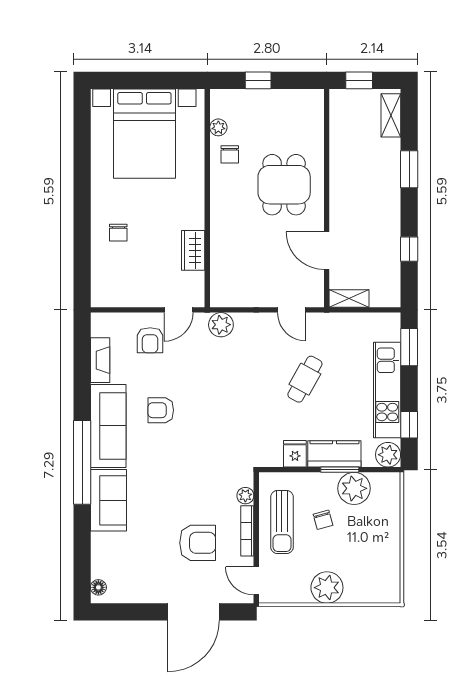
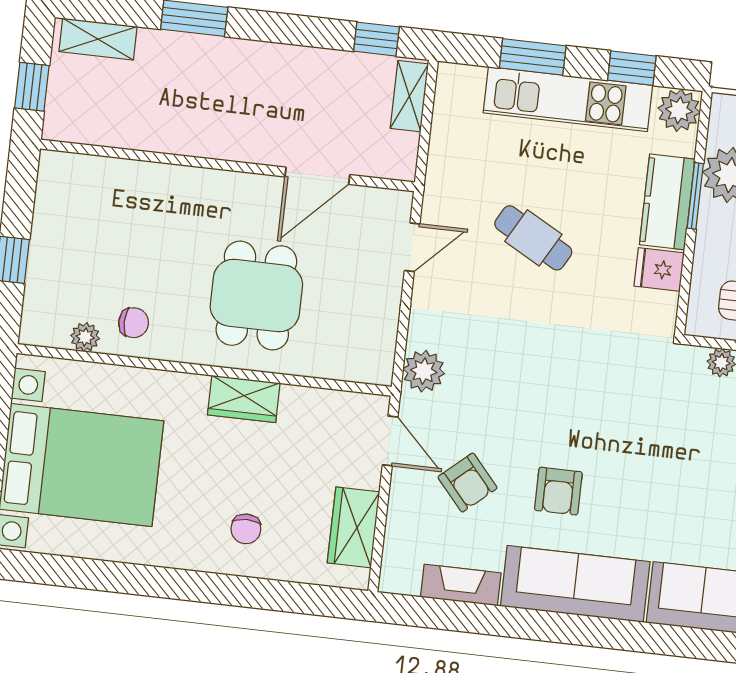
dining table: (284, 185) -> (256, 296), moved, turned 90
chair: (118, 233) -> (246, 529), turned 90
window: (409, 249) -> (376, 39), moved
wardrobe: (193, 250) -> (244, 399), moved
wardrobe: (126, 295) -> (353, 527), added
shelving: (349, 298) -> (409, 96), moved
armchair: (150, 340) -> (468, 483), moved, turned 49
window: (409, 347) -> (533, 57), moved
window: (82, 462) -> (632, 636), removed

